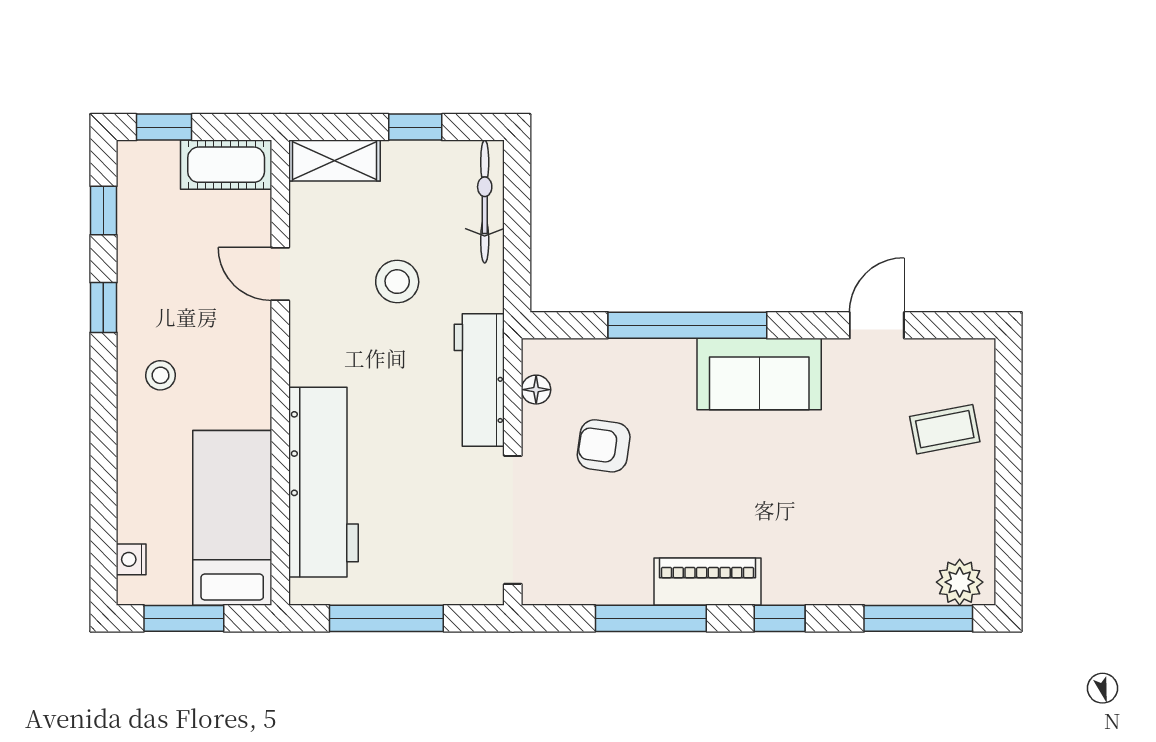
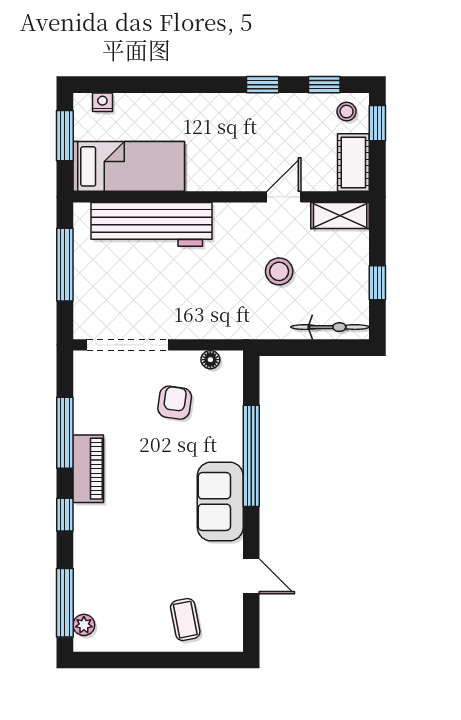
shelving: (334, 161) -> (340, 216), moved, turned 90
stool: (161, 375) -> (347, 112), moved
workbench: (479, 380) -> (217, 324), removed
plant: (960, 582) -> (84, 625), width x0.73, depth x0.73

